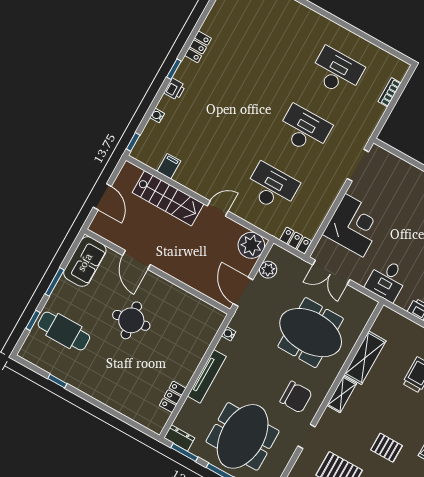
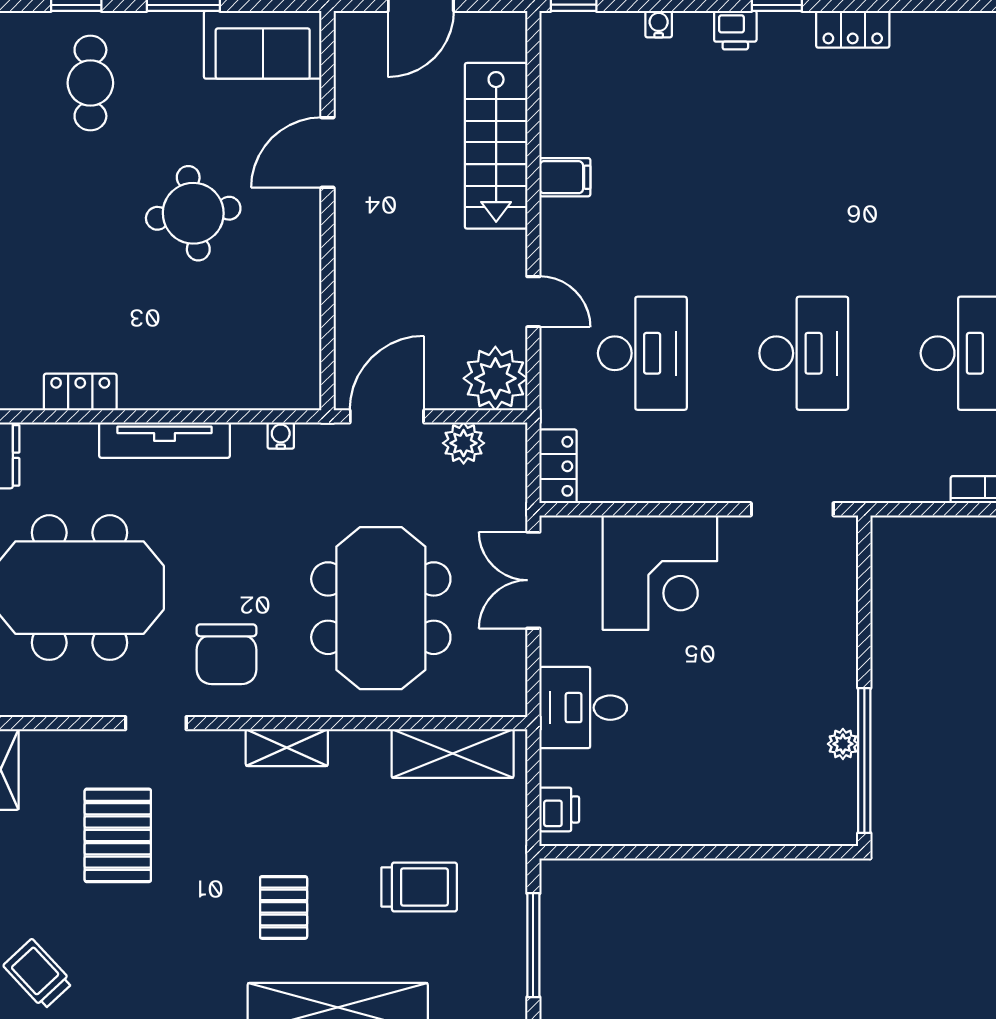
filing cabinet: (169, 166) -> (565, 177), moved
door: (218, 209) -> (533, 302), moved
cafe table: (64, 331) -> (90, 83), width x0.73, depth x0.74
shelving: (365, 358) -> (453, 754), moved
pallet: (387, 448) -> (284, 907), moved

